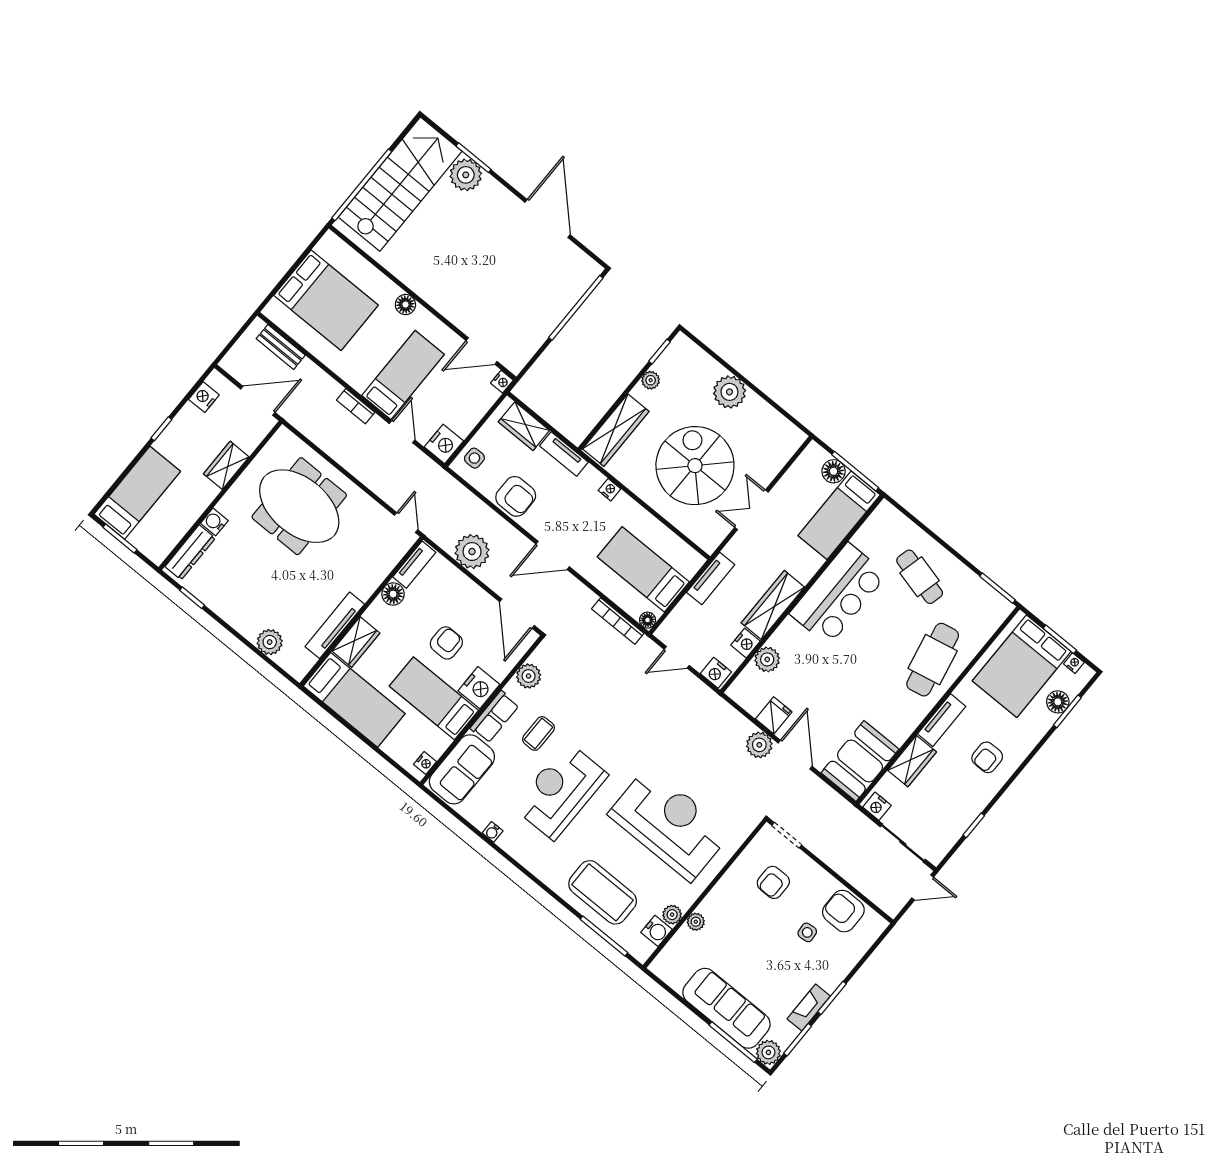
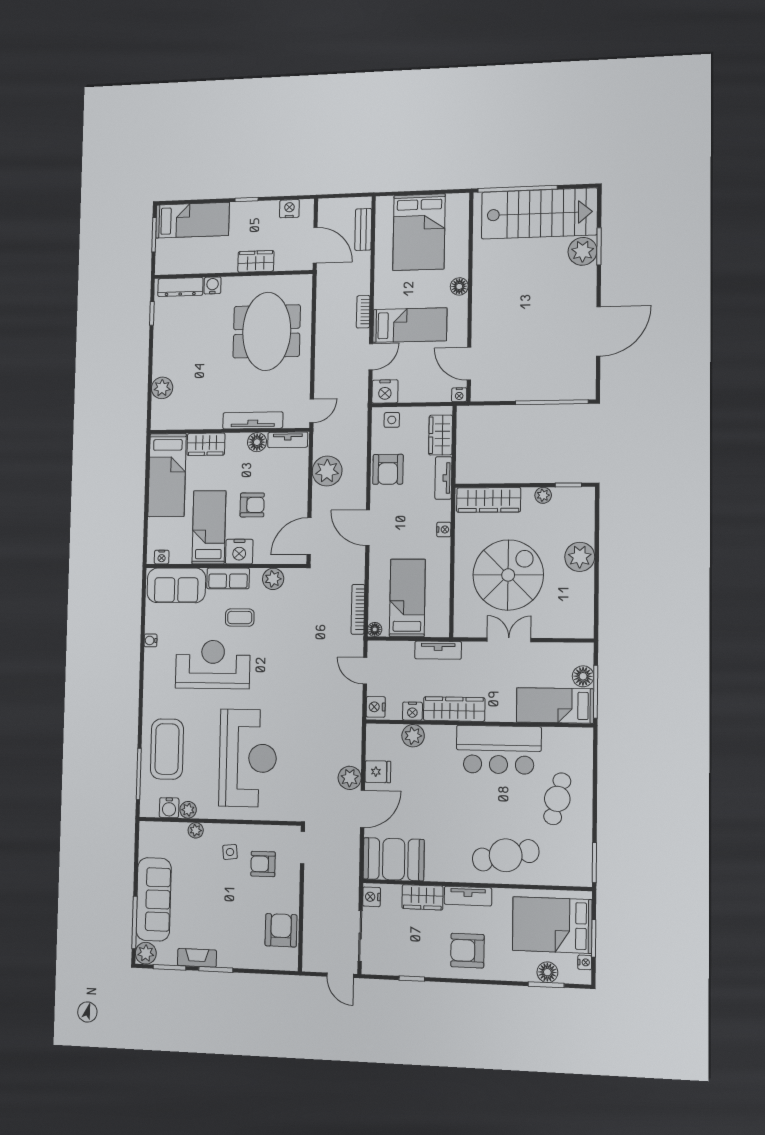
tv unit: (335, 625) -> (253, 420), moved
armchair: (987, 757) -> (467, 951), width x1.38, depth x1.38
side table: (807, 932) -> (230, 852), moved

